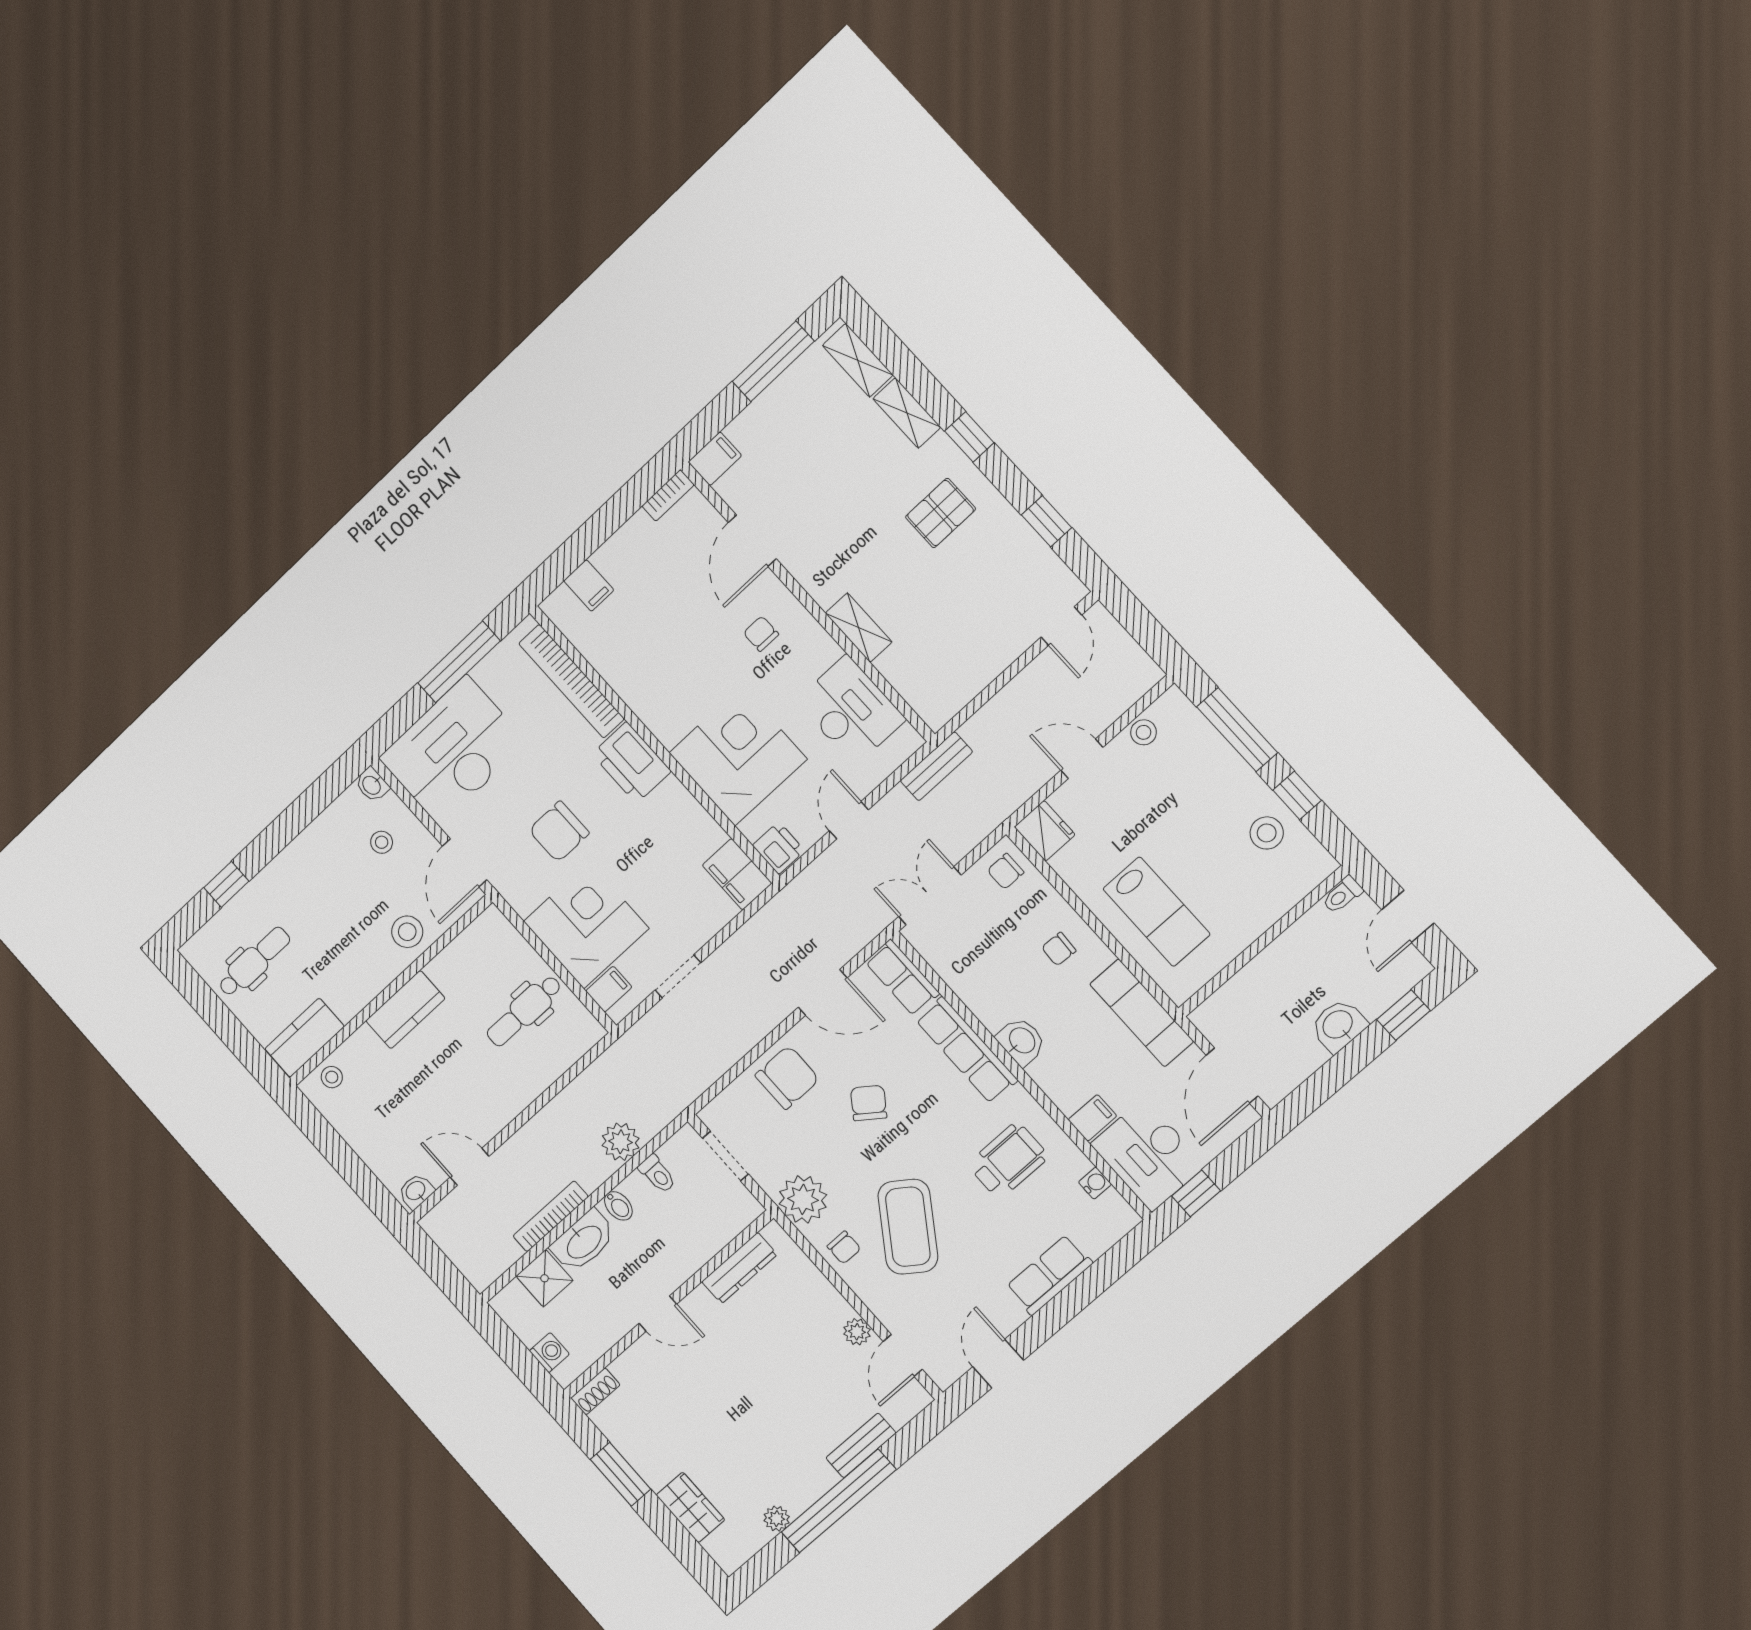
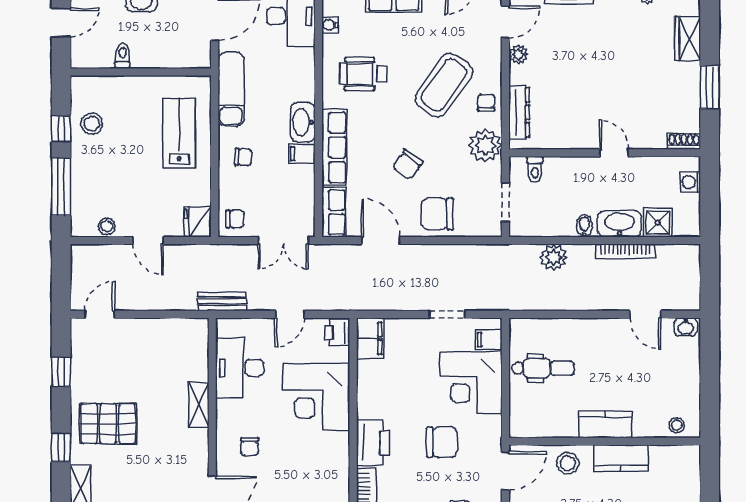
pallet: (941, 513) -> (108, 424), width x1.50, depth x1.42
toilet: (1342, 895) -> (122, 56), moved, turned -90
kitchen counter: (305, 1038) -> (621, 458), moved
washbasin: (1021, 1041) -> (303, 122), width x1.38
filing cabinet: (1092, 1118) -> (302, 154), moved
toilet: (657, 1174) -> (535, 169), moved, turned 180
dresser: (740, 1268) -> (519, 112), moved, turned 90

